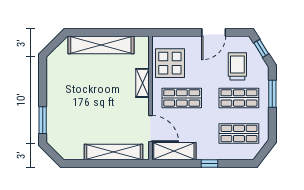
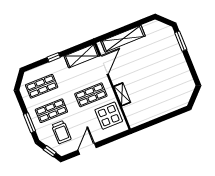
shelving: (101, 45) -> (161, 109), removed
door: (150, 129) -> (104, 65), swing flipped

